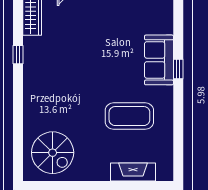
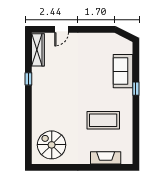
sofa: (159, 60) -> (123, 71), moved
spiral stairs: (53, 153) -> (52, 145), turned 180

